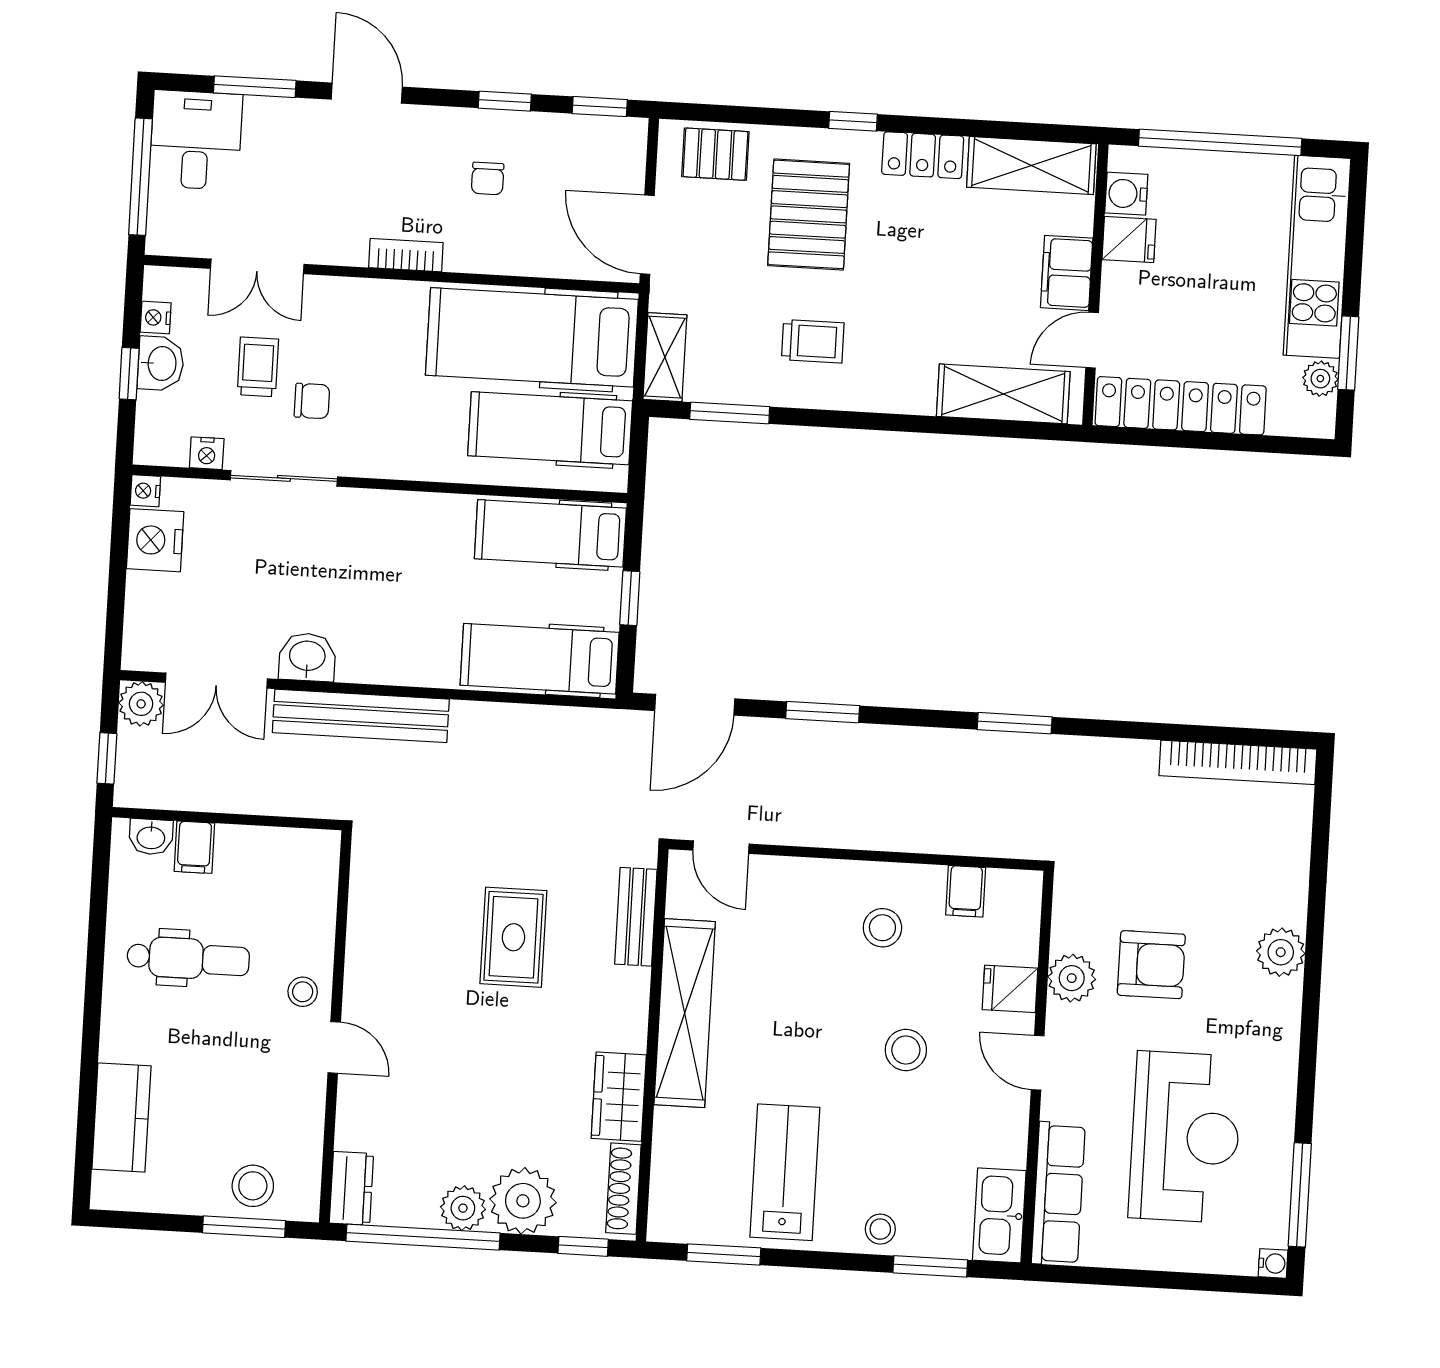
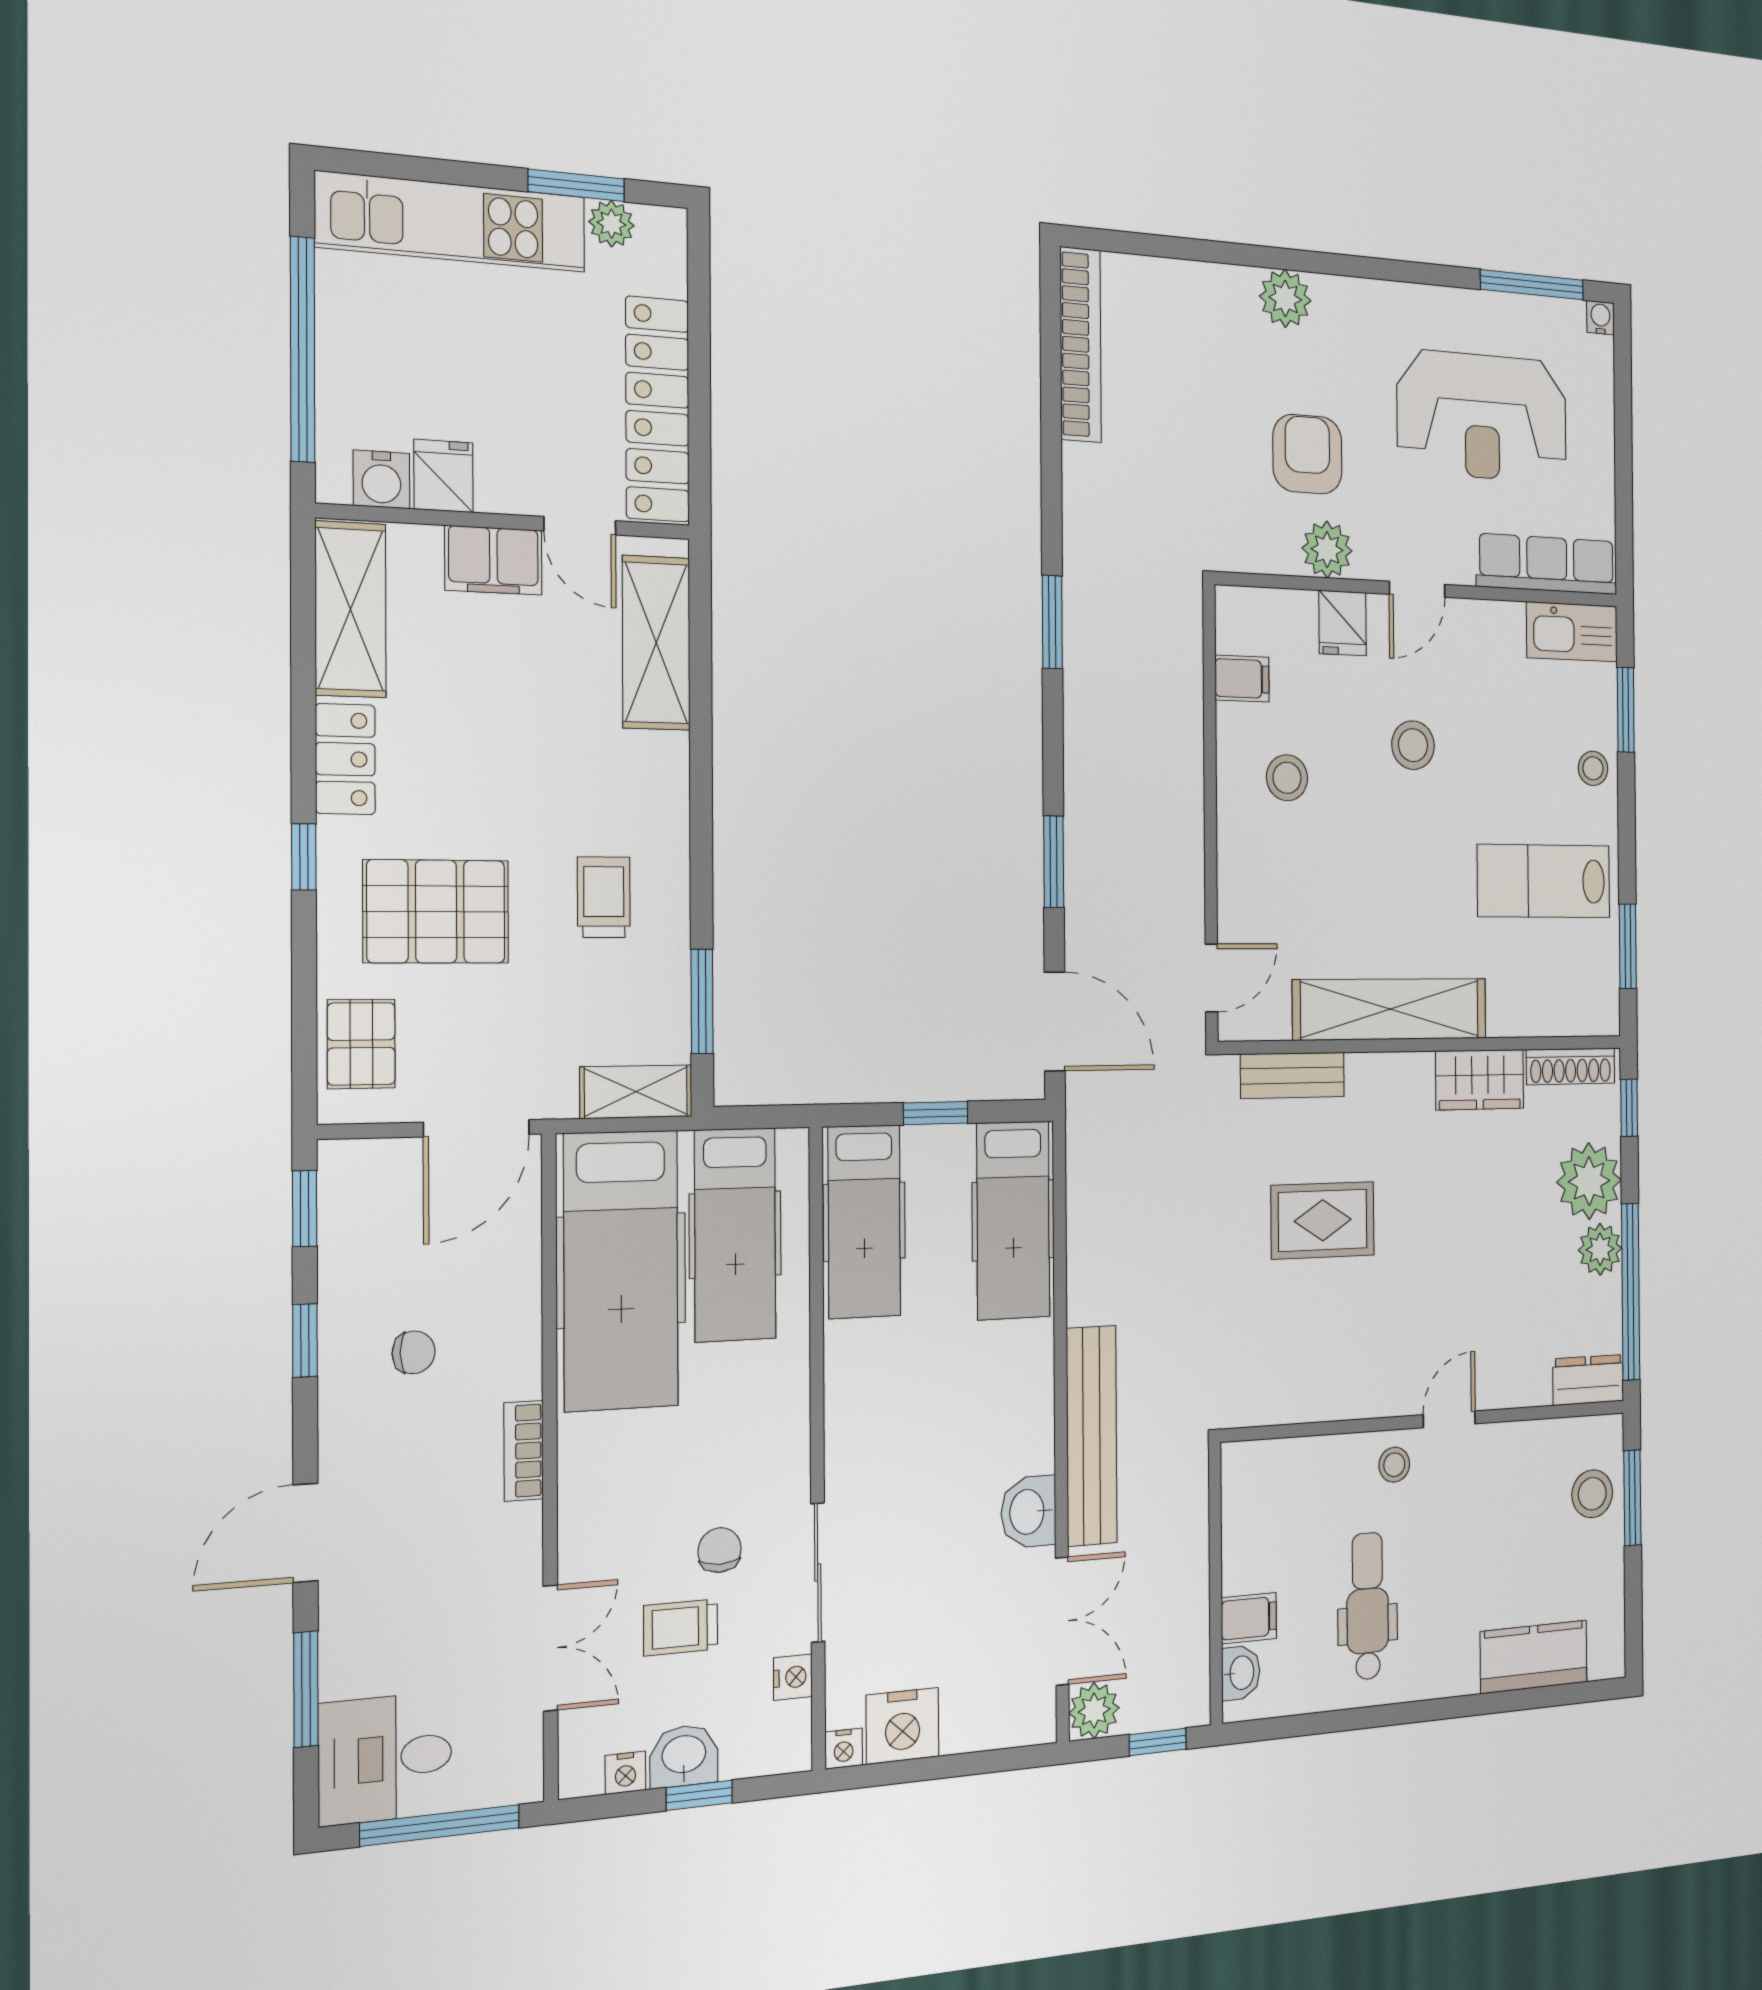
reception desk: (1185, 1137) -> (1482, 416), turned 180

